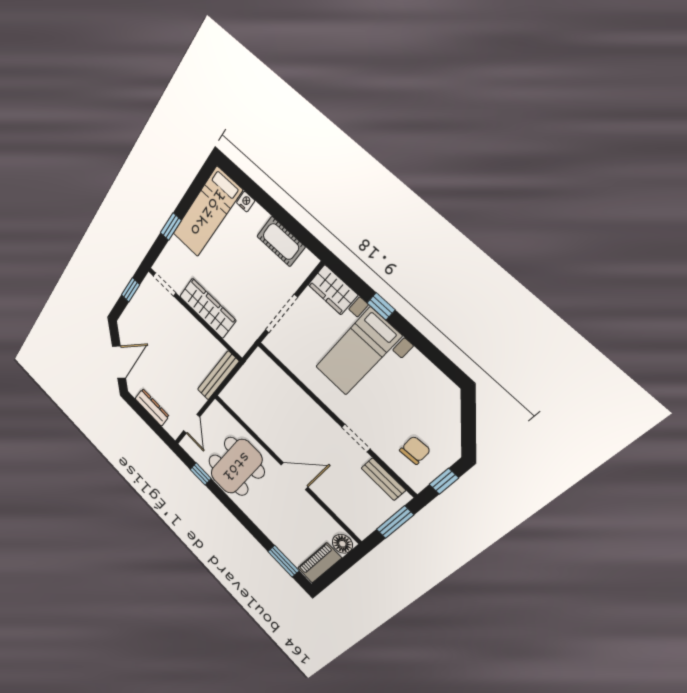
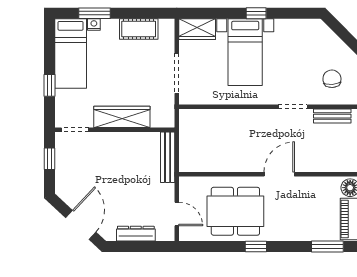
window: (254, 191) -> (95, 13), added
window: (381, 306) -> (256, 13), moved
dining table: (236, 466) -> (235, 211), turned 90
window: (201, 474) -> (256, 246), moved

